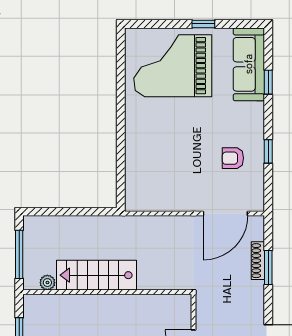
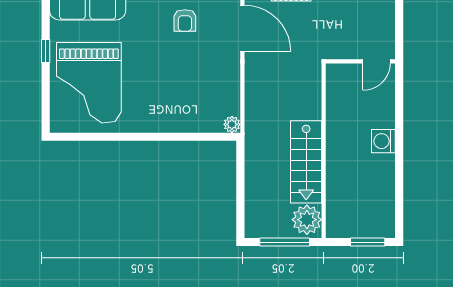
plant: (133, 204) -> (232, 124), added
plant: (47, 283) -> (307, 220), width x1.87, depth x1.87

